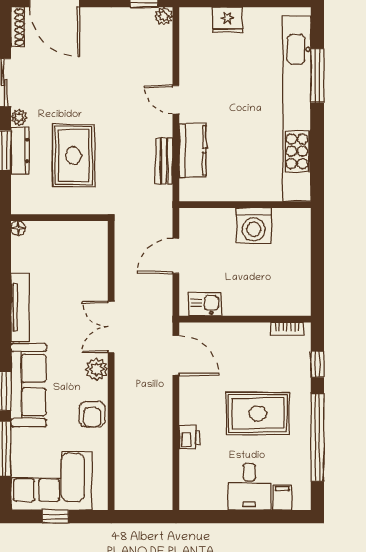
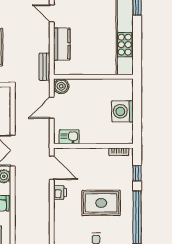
bench: (164, 161) -> (45, 67), moved
boiler: (192, 220) -> (61, 86), added
washing machine: (254, 226) -> (122, 111), moved, turned 90
printer: (190, 437) -> (60, 193), moved

